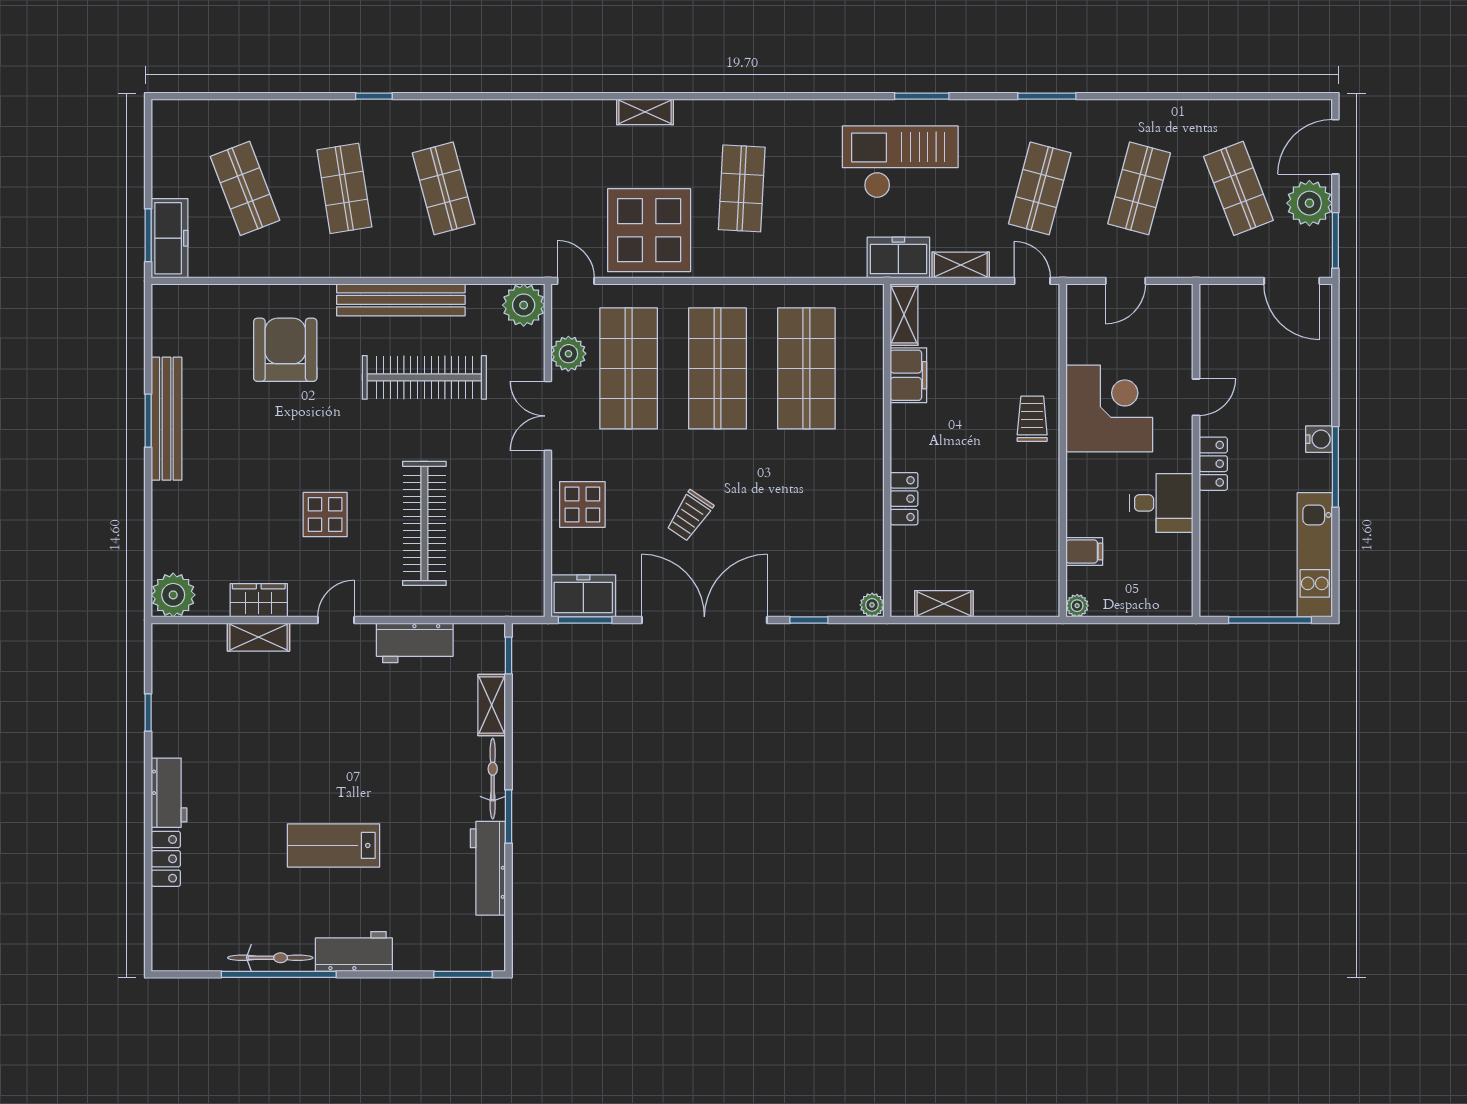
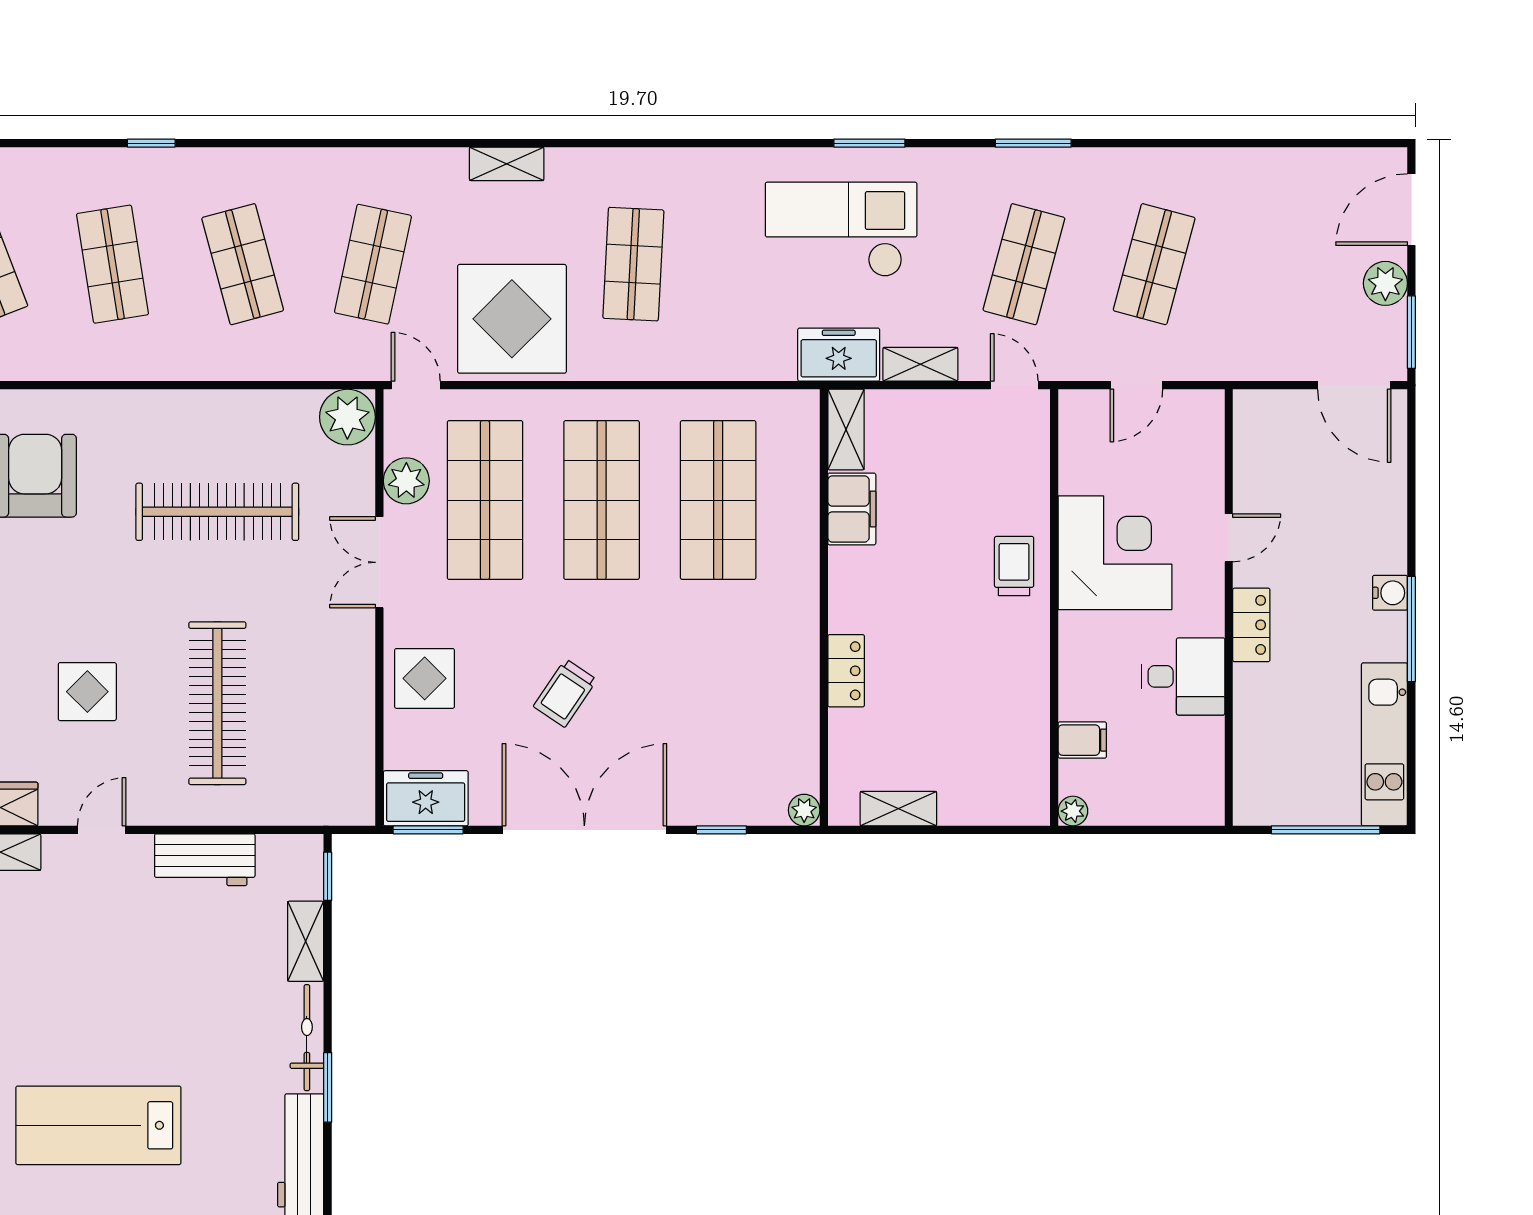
shop shelf: (1238, 188) -> (373, 264), moved, turned 33
plant: (1309, 203) -> (1385, 283), width x0.73, depth x0.73
bench: (401, 300) -> (187, 410), removed
lab bench: (334, 845) -> (98, 1125), width x1.36, depth x1.39

